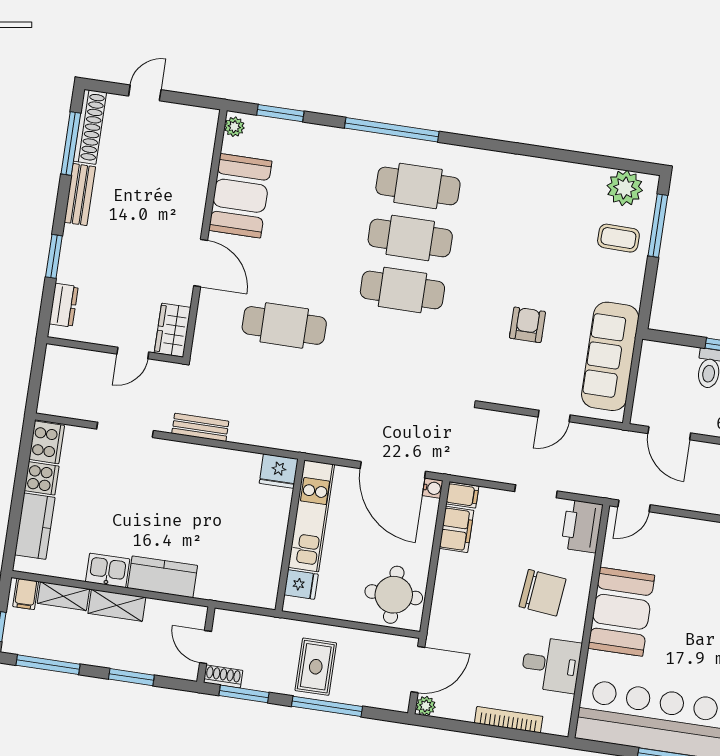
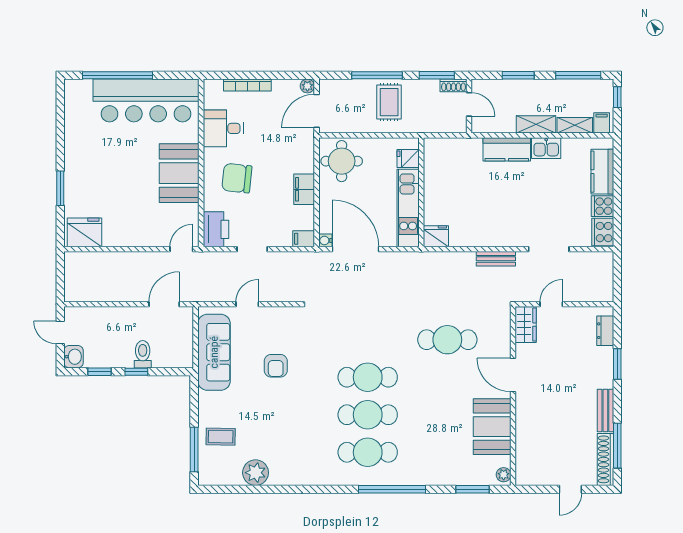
plant: (625, 188) -> (256, 473), moved
door: (669, 433) -> (164, 304), hinge flipped
filing cabinet: (456, 529) -> (304, 189), moved

